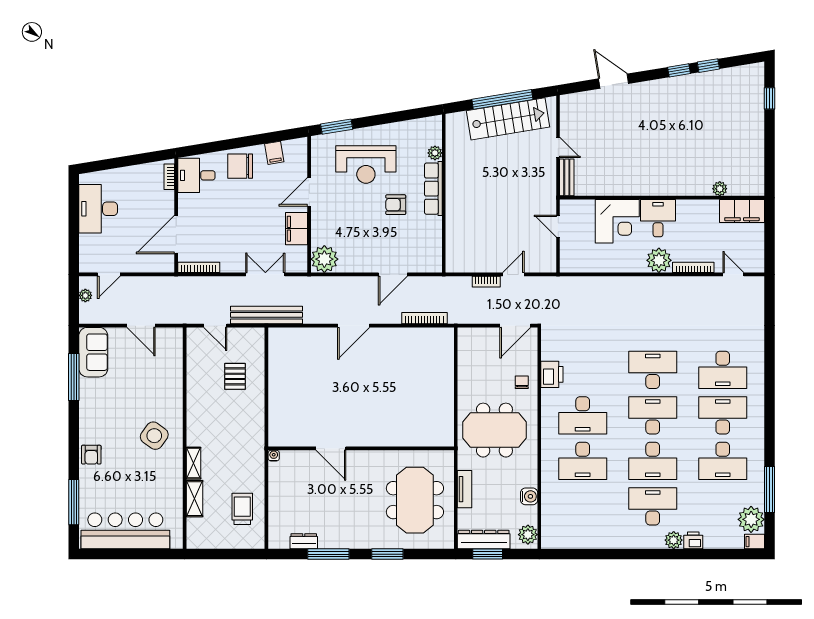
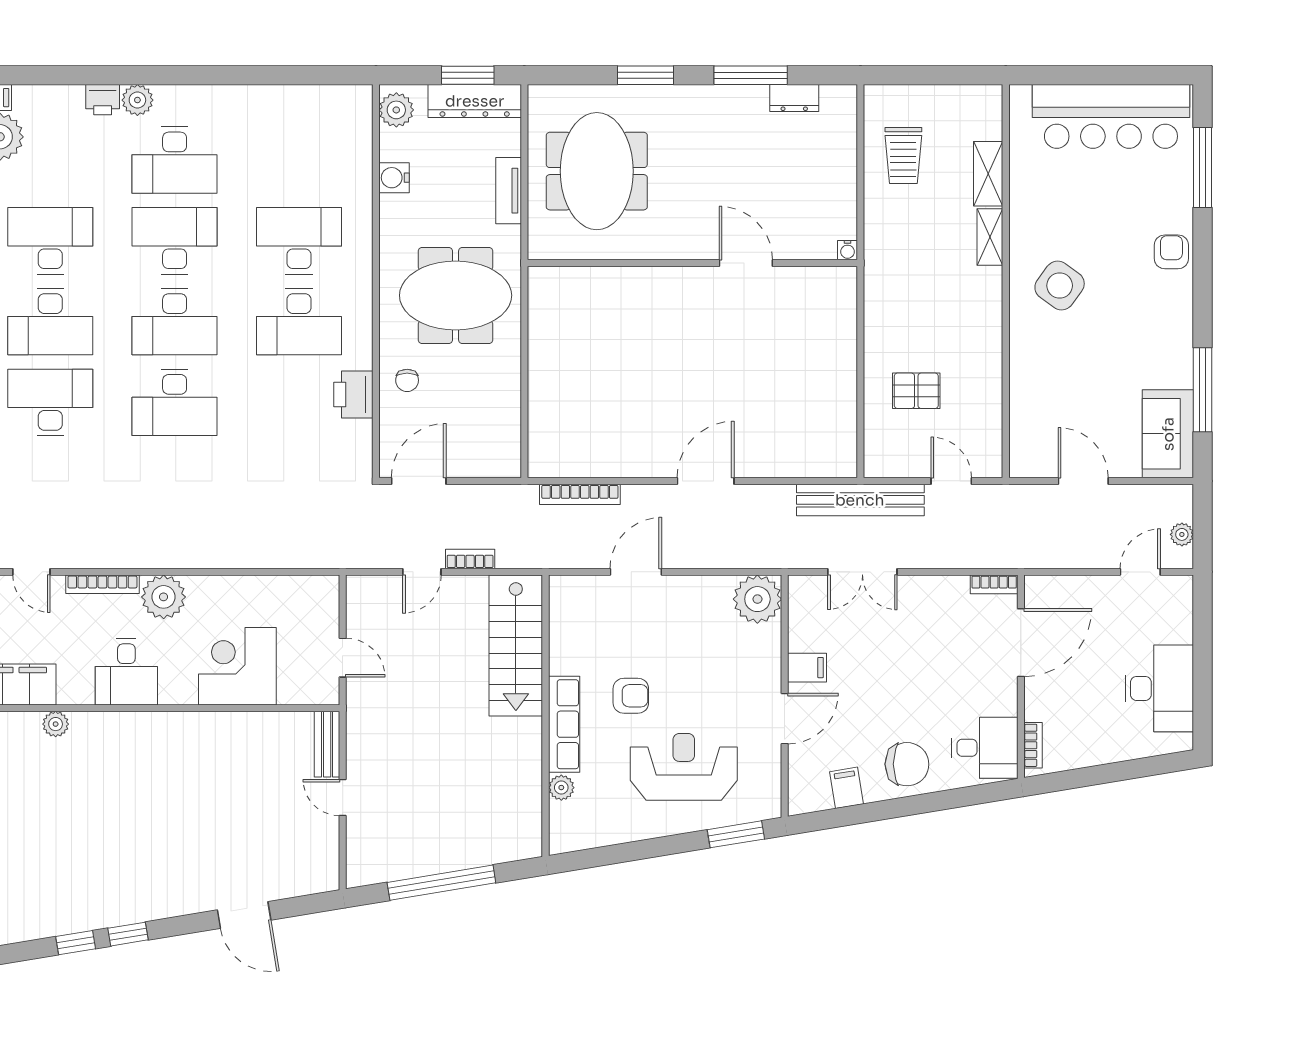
stairs: (508, 119) -> (516, 646), moved, turned -81
desk: (658, 218) -> (126, 672), moved
filing cabinet: (297, 229) -> (807, 668), width x0.50
bookcase: (199, 267) -> (994, 584), width x0.64
pallet: (235, 376) -> (916, 391), turned 90
desk: (583, 415) -> (299, 322), turned 180

